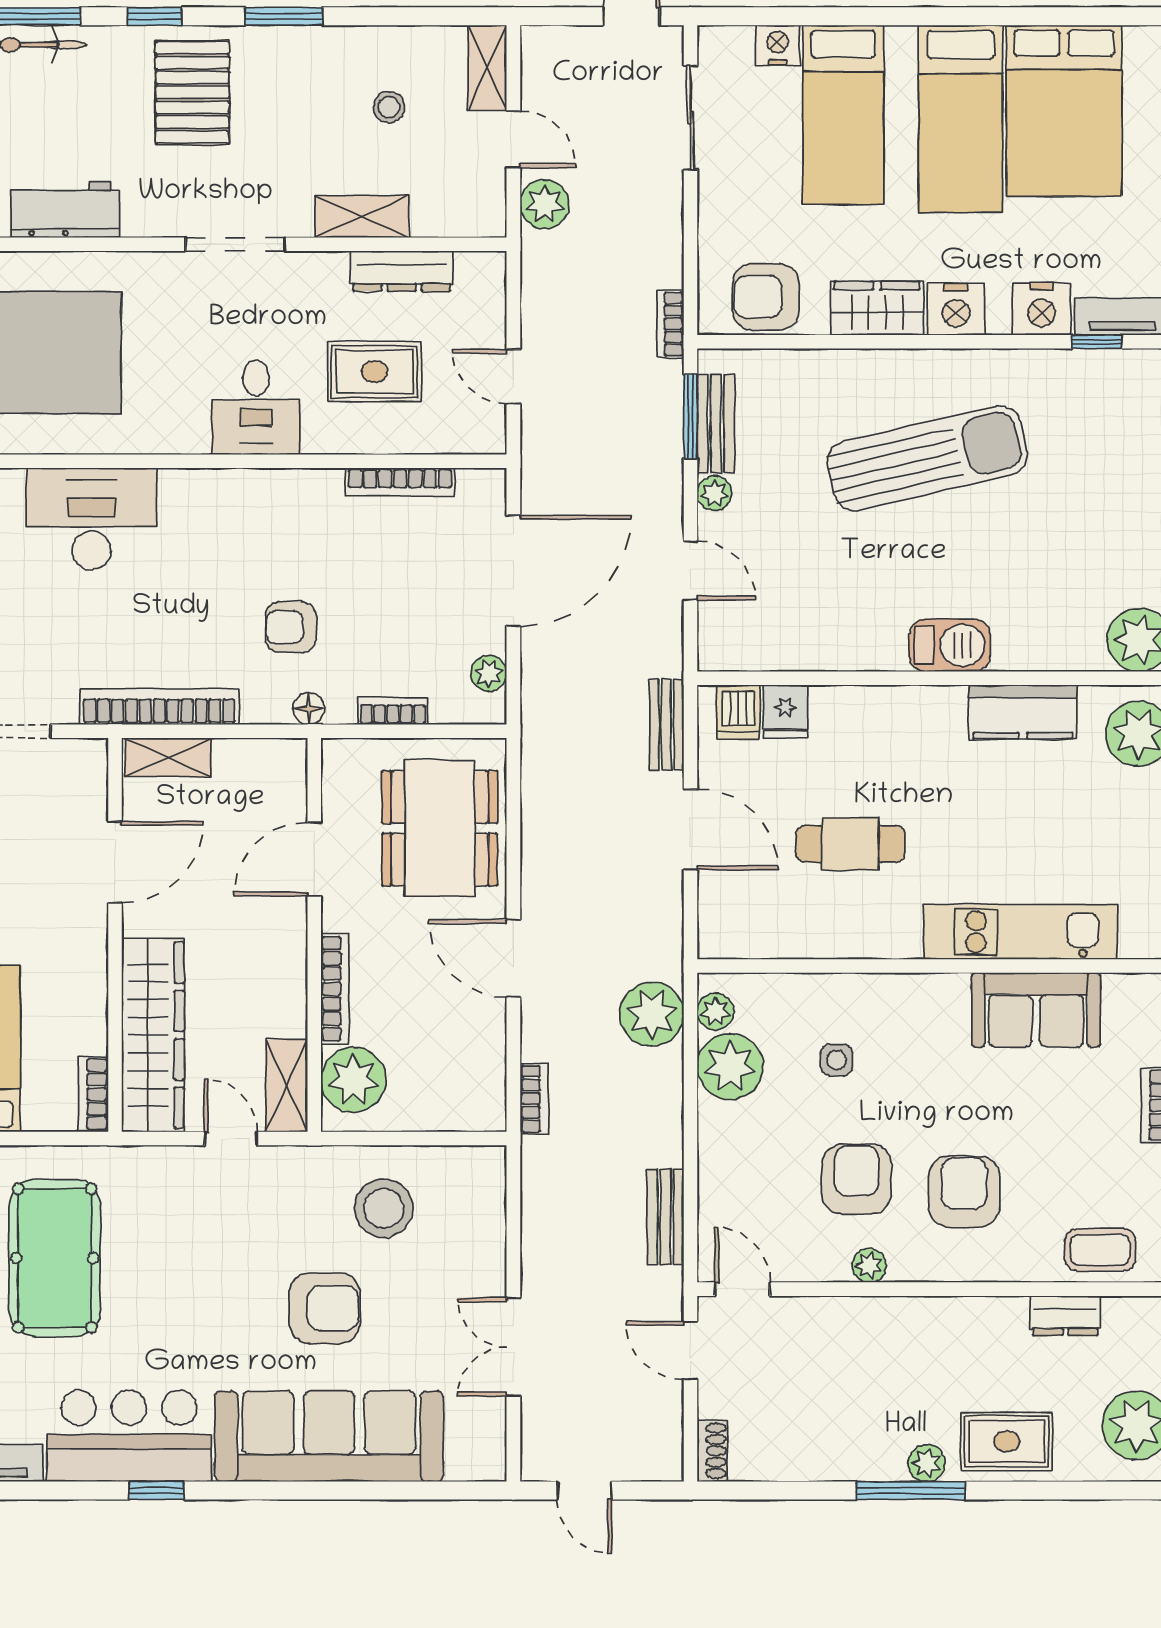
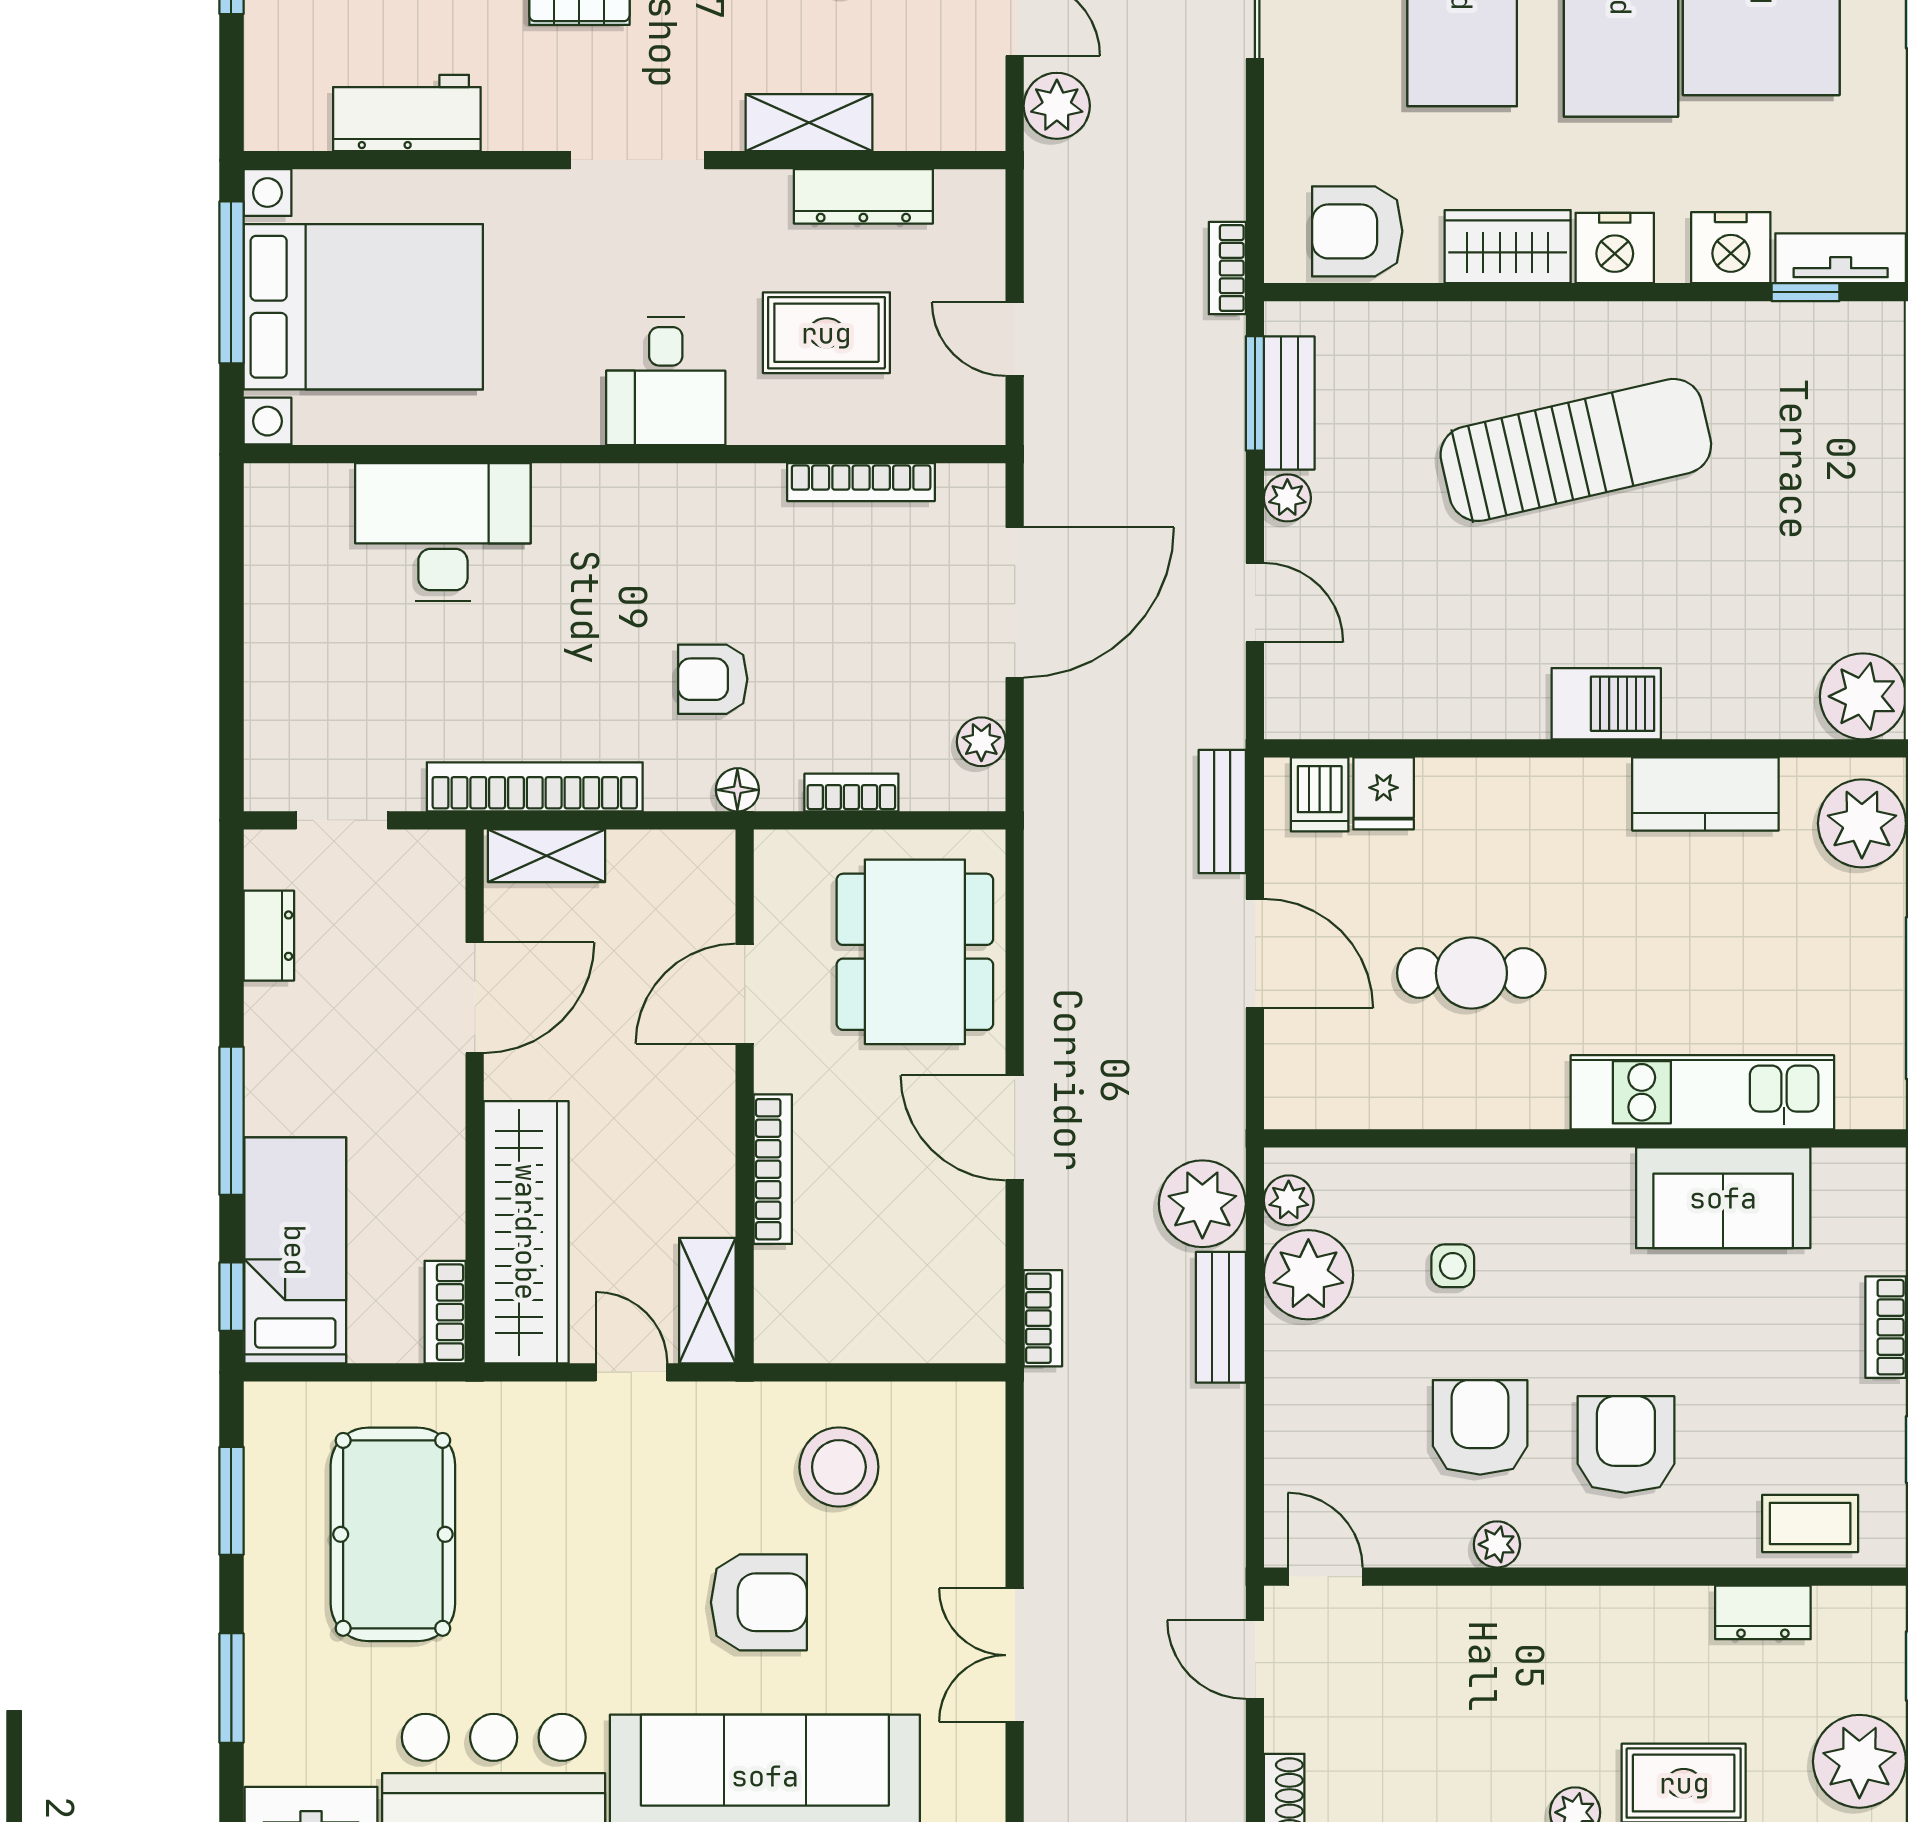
plant: (353, 1080) -> (798, 1293), removed
bench: (665, 1217) -> (1221, 1317), moved

